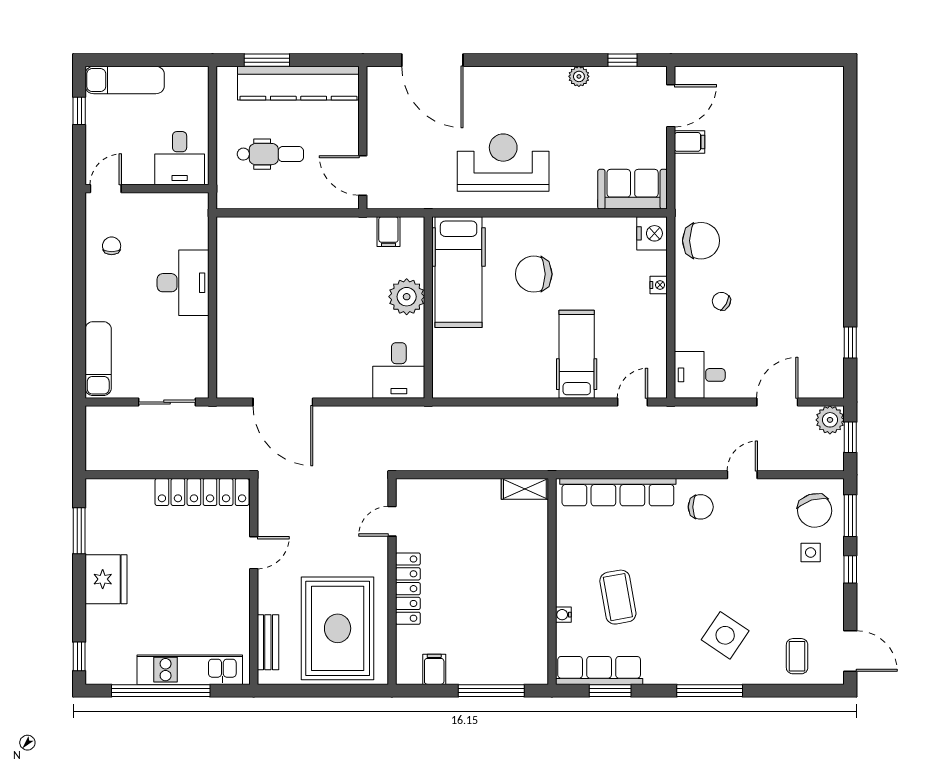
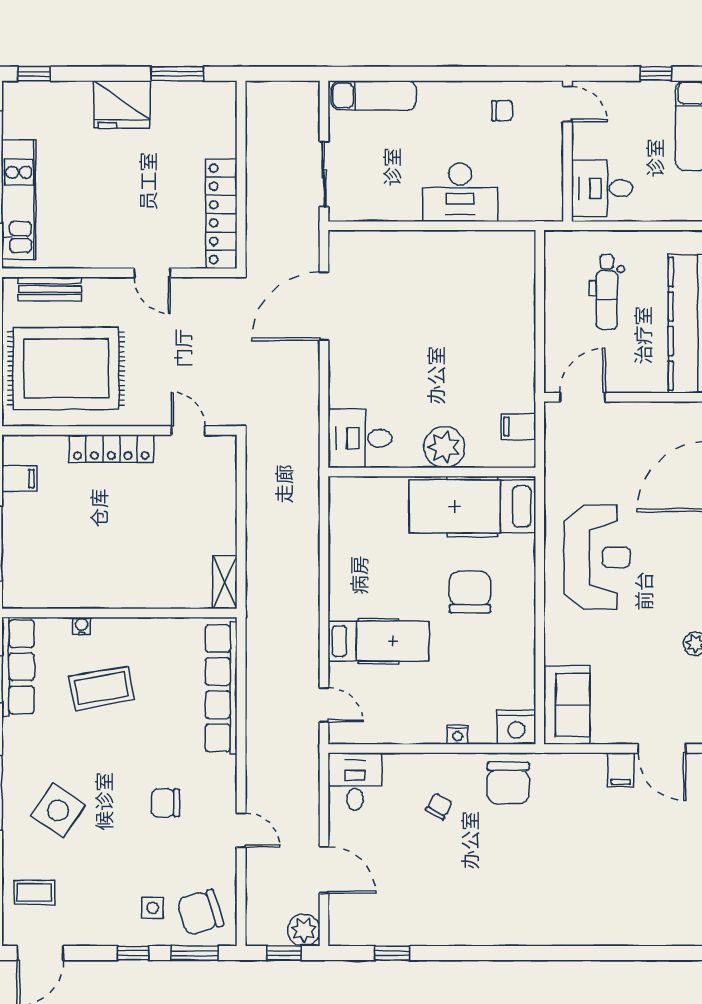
chair: (701, 507) -> (165, 803), moved, turned 90

